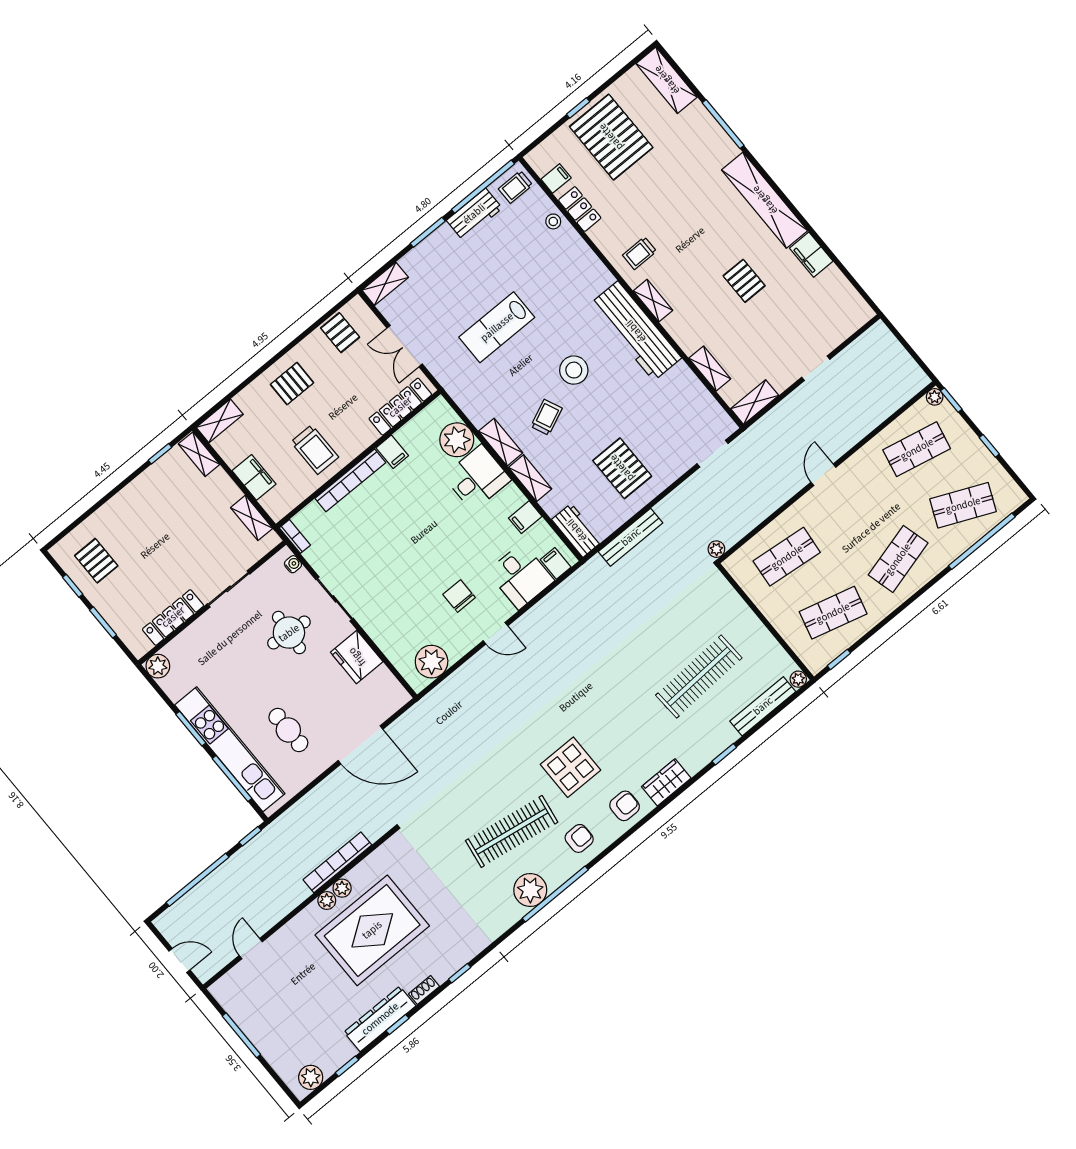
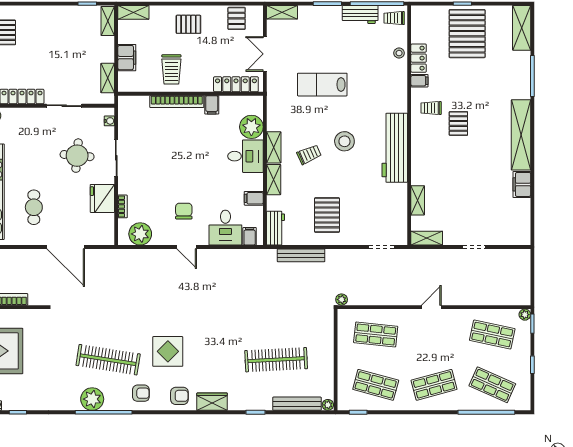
filing cabinet: (556, 179) -> (419, 81), moved
pallet: (744, 281) -> (458, 123), moved
shelving: (653, 301) -> (417, 139), removed
bookcase: (295, 536) -> (123, 206), moved

